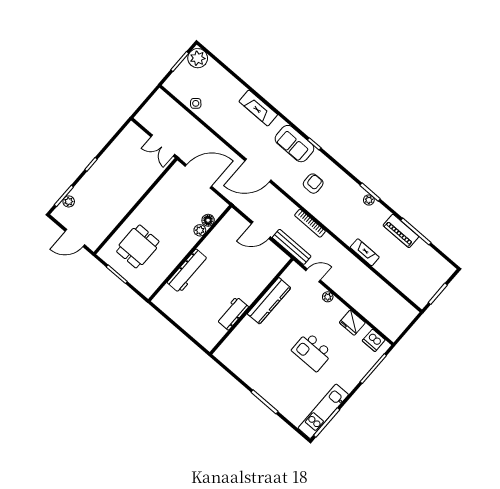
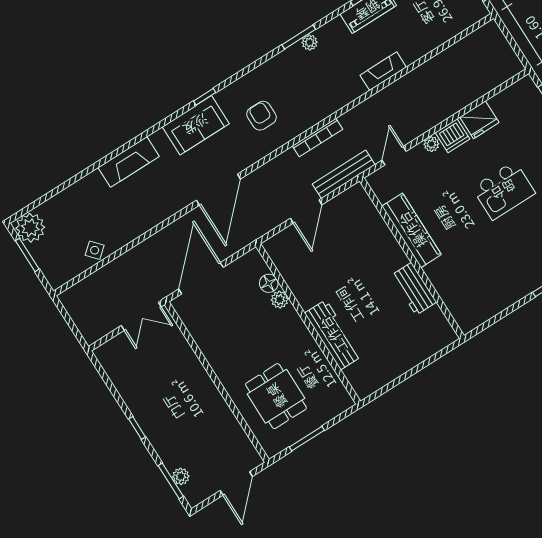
dishwasher: (374, 340) -> (453, 136), moved

